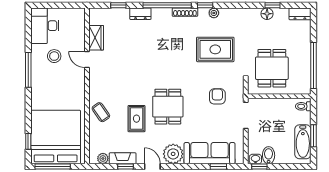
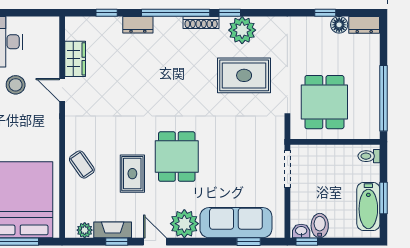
plant: (214, 13) -> (242, 30), width x1.88, depth x1.88
floor lamp: (267, 14) -> (339, 25), moved
armchair: (217, 96) -> (247, 142), removed

